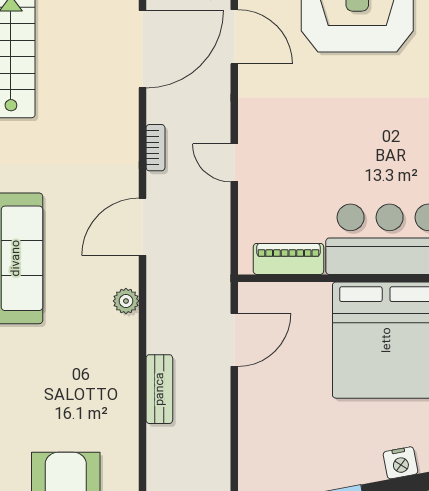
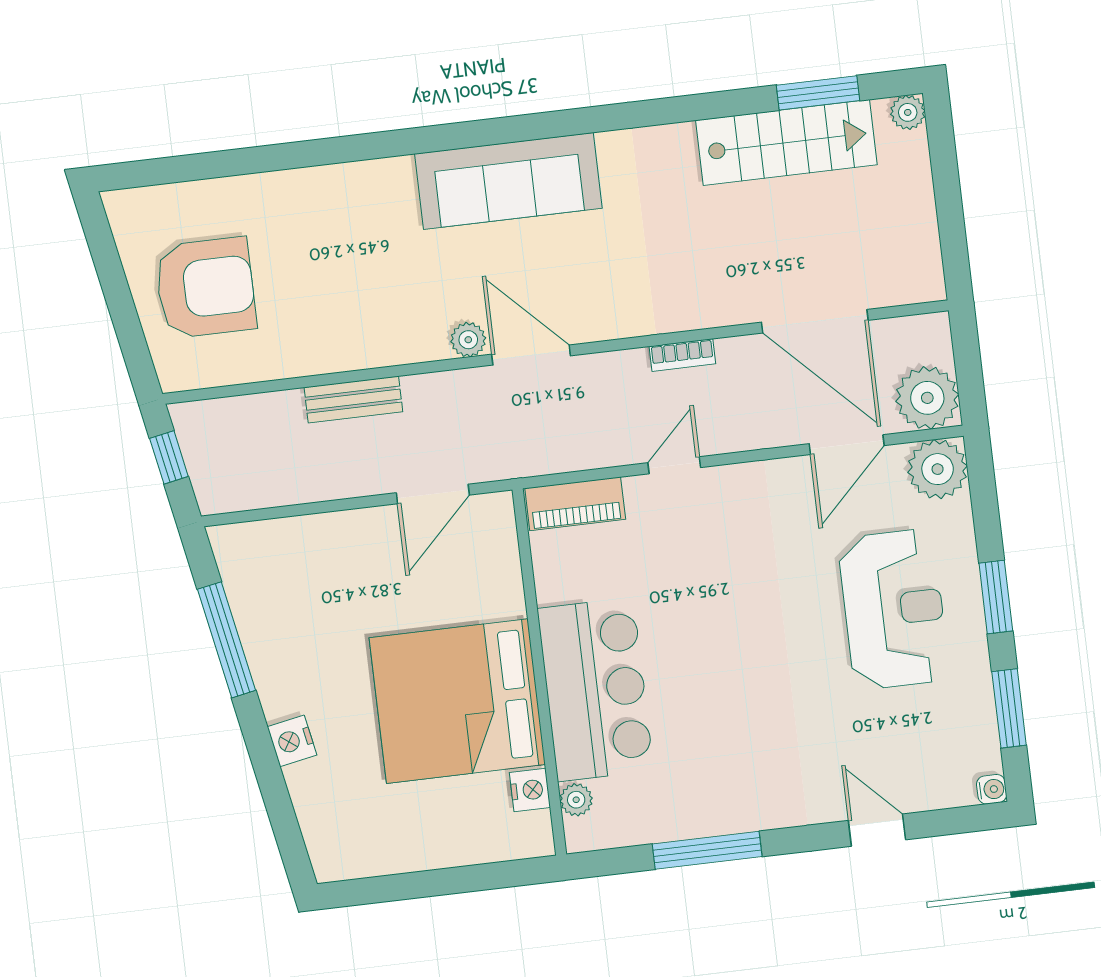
door: (142, 227) -> (531, 355), moved
piano: (288, 259) -> (575, 504), moved, turned 90
door: (234, 340) -> (433, 494), hinge flipped

